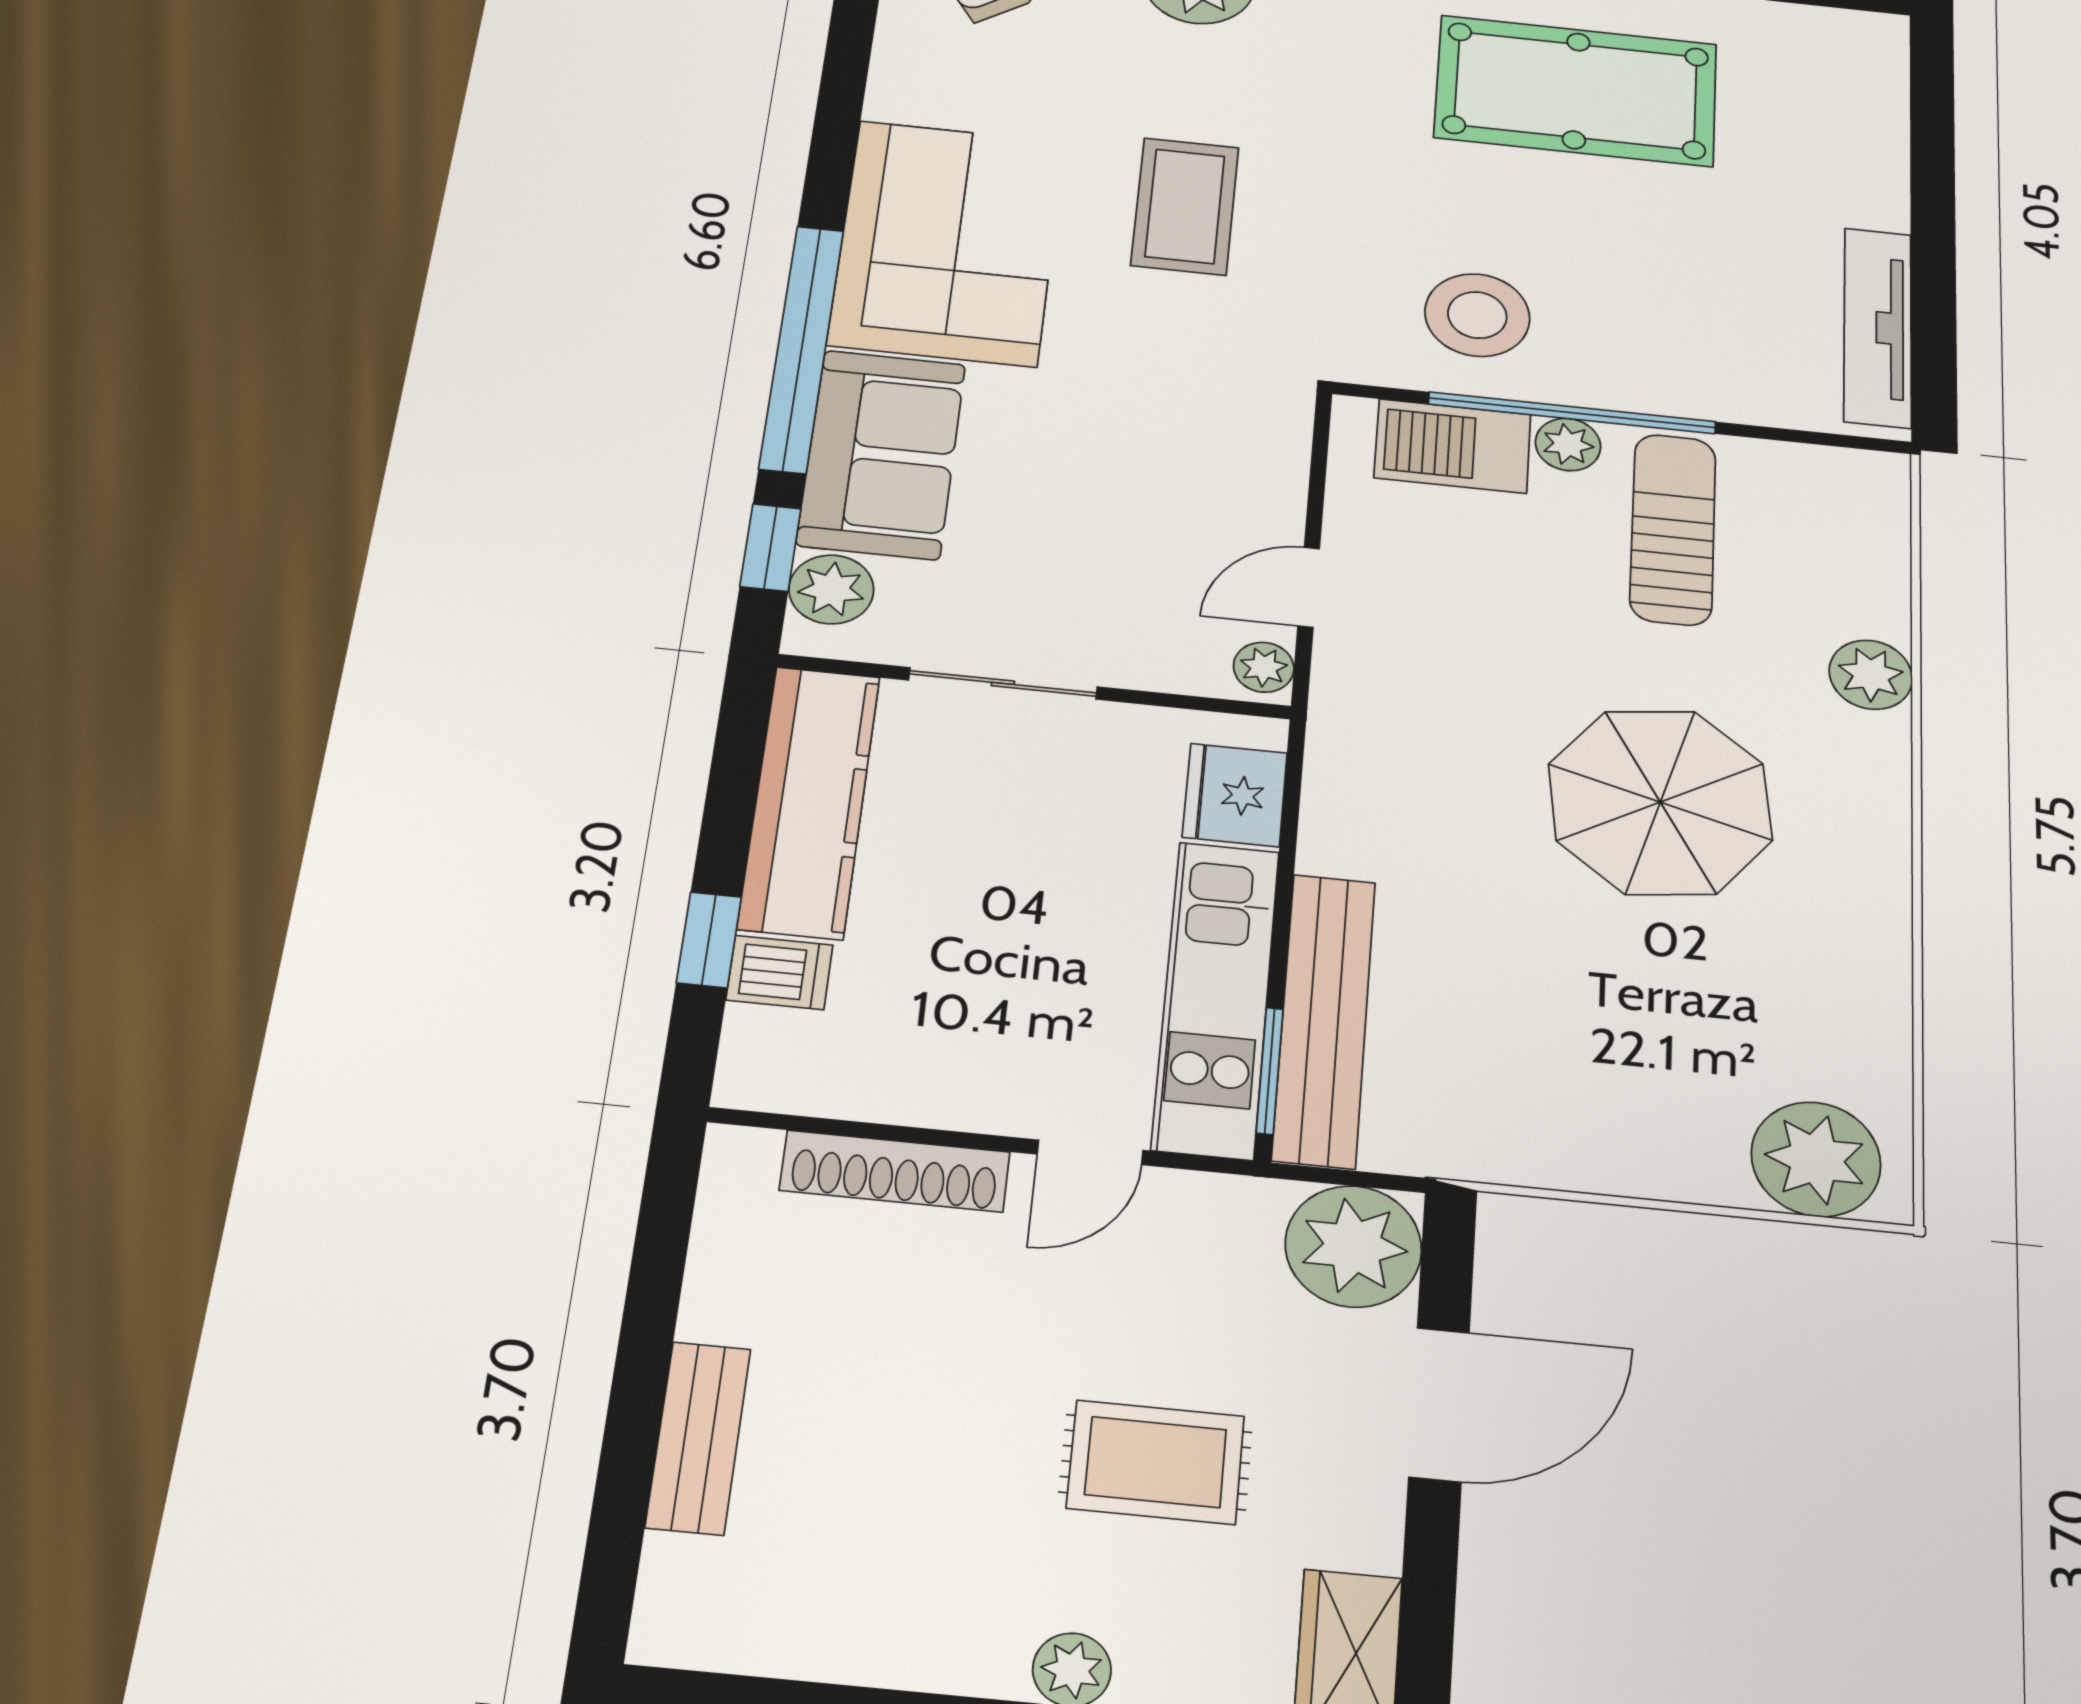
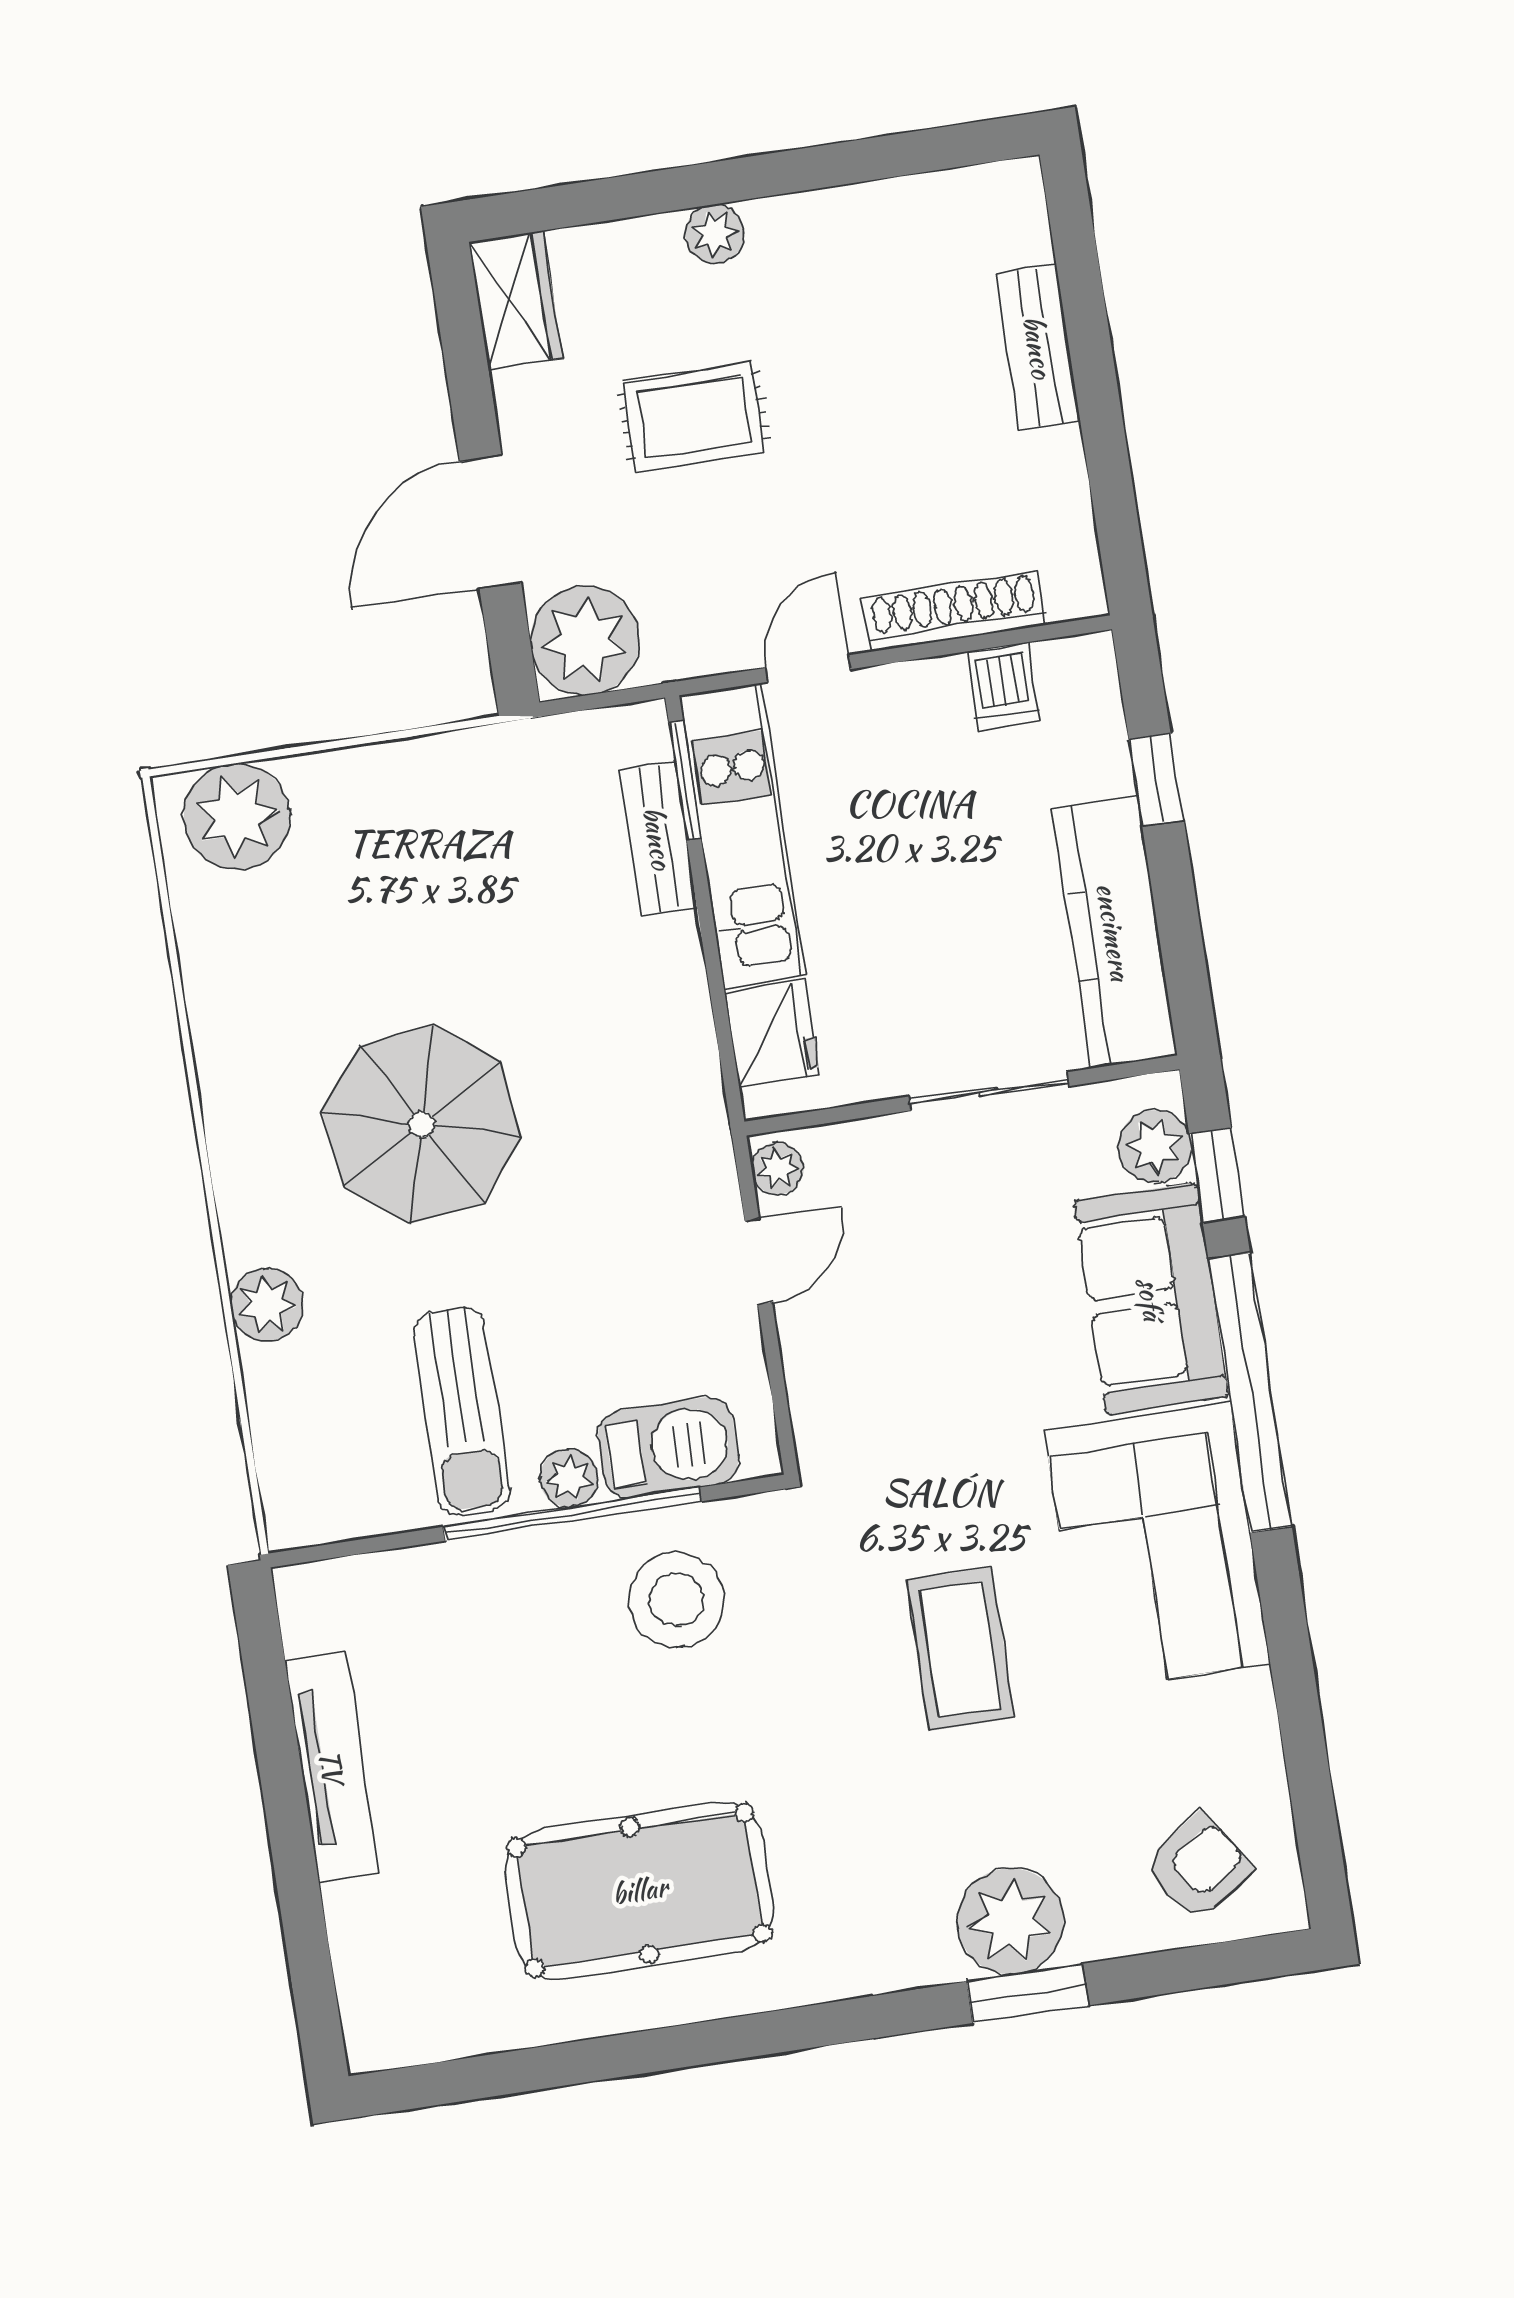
tv unit: (1878, 327) -> (332, 1766), moved
dishwasher: (779, 972) -> (1003, 686), moved, turned -90
bench: (1324, 1020) -> (658, 838), width x0.54, depth x0.82

